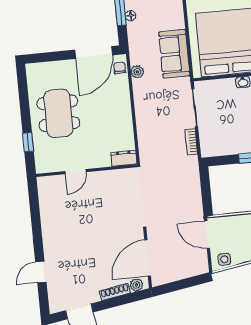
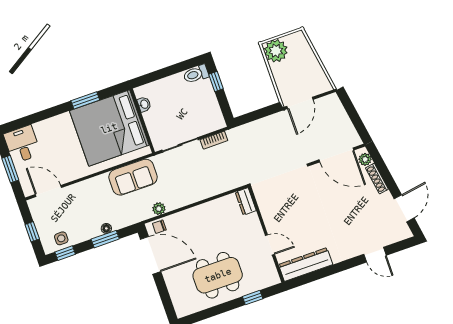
dresser: (48, 202) -> (306, 264), added
side table: (224, 259) -> (320, 80), removed

